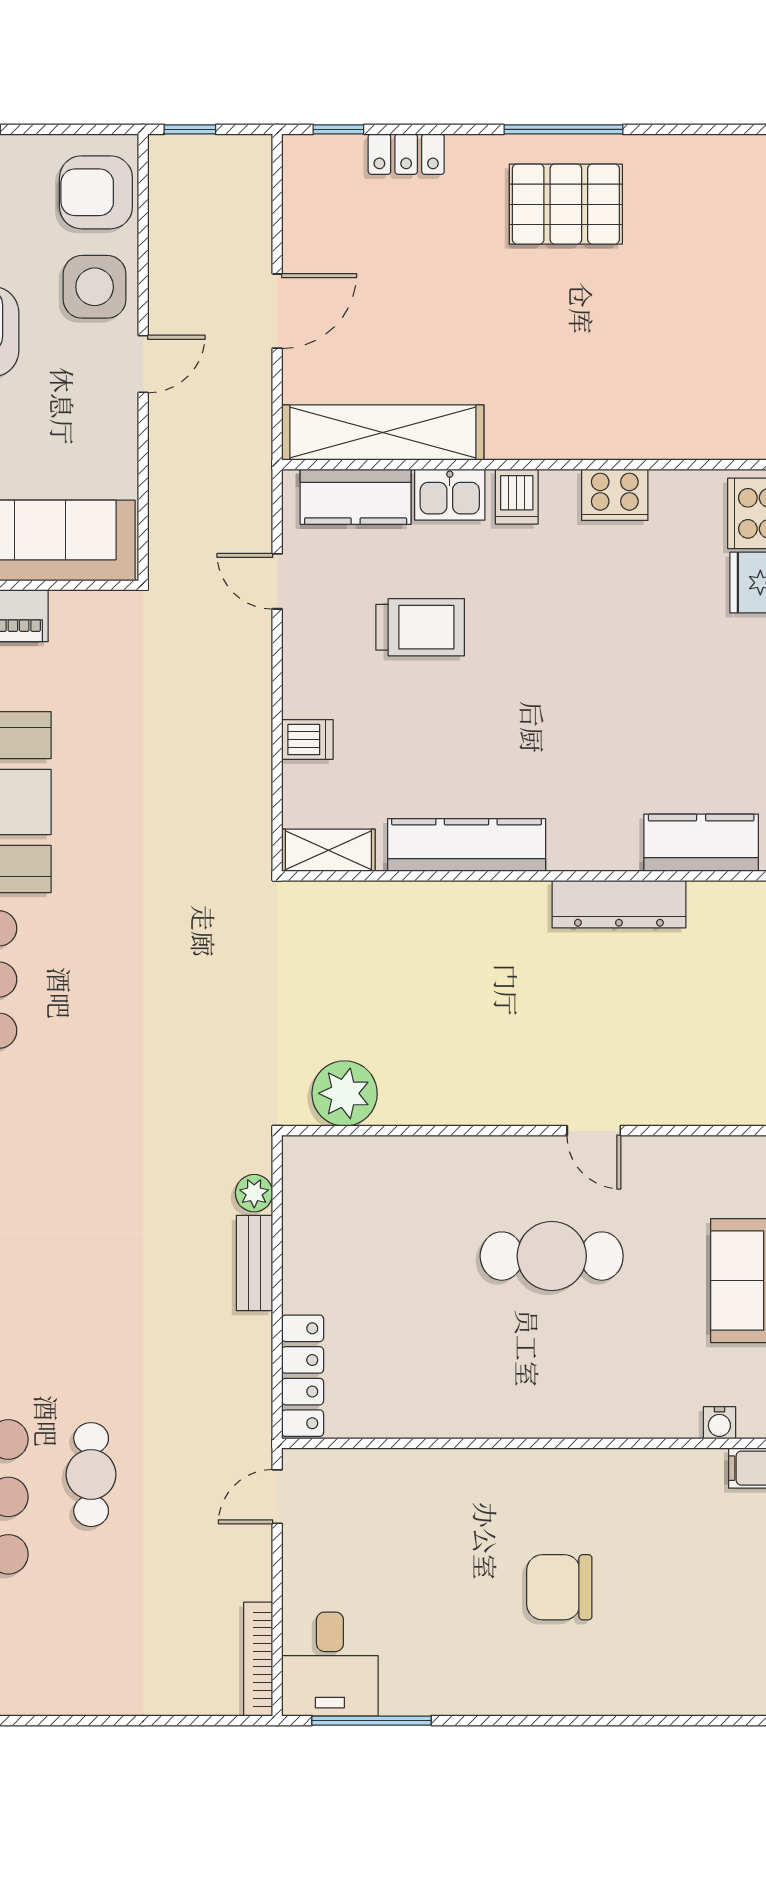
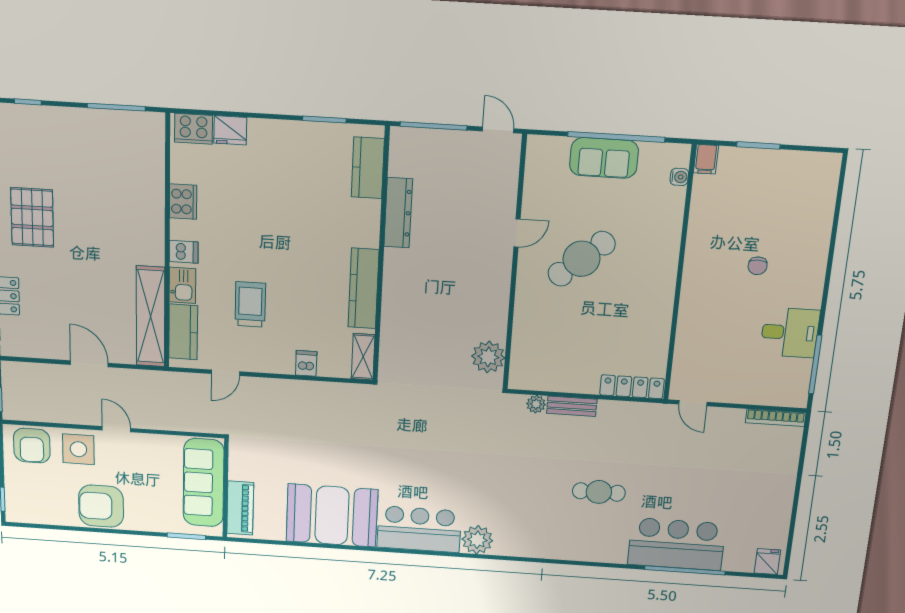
cafe table: (552, 1256) -> (582, 259), turned 49
cafe table: (91, 1475) -> (599, 492), moved
chair: (559, 1587) -> (758, 266), width x0.54, depth x0.54
desk: (330, 1664) -> (790, 333), moved

